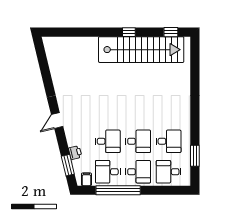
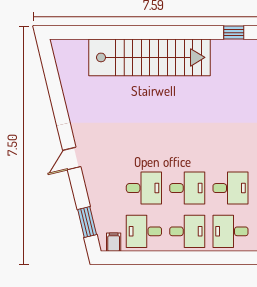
window: (129, 32) -> (174, 33), removed
stairs: (141, 50) -> (149, 57), moved
printer: (75, 153) -> (97, 204), removed
window: (118, 190) -> (159, 258), removed

